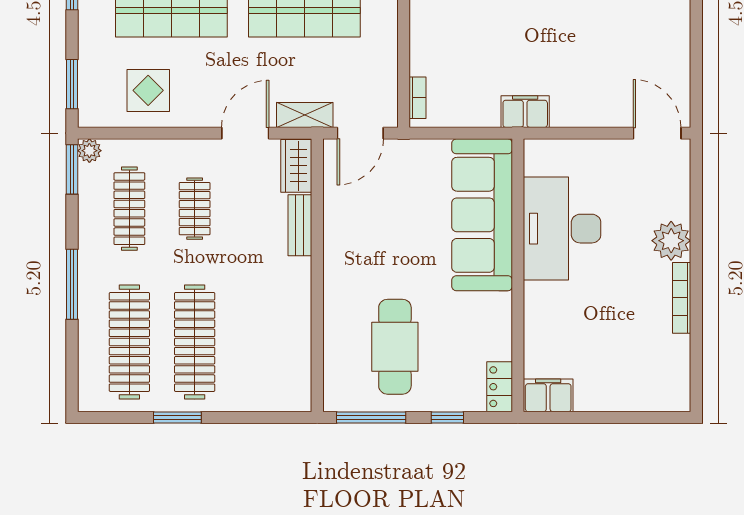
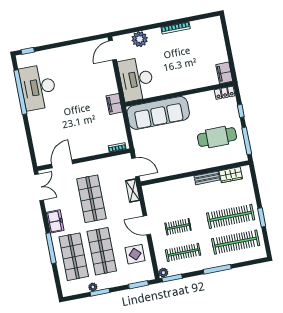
door: (245, 133) -> (147, 225), moved
wardrobe: (296, 166) -> (231, 175), moved
bench: (300, 225) -> (207, 178), moved
desk: (562, 229) -> (136, 79), moved, turned 90
plant: (671, 241) -> (140, 39), moved

